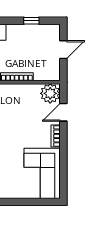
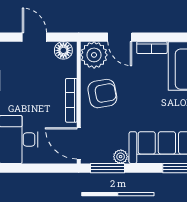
floor lamp: (54, 71) -> (63, 50), added
armchair: (22, 100) -> (102, 94), added

